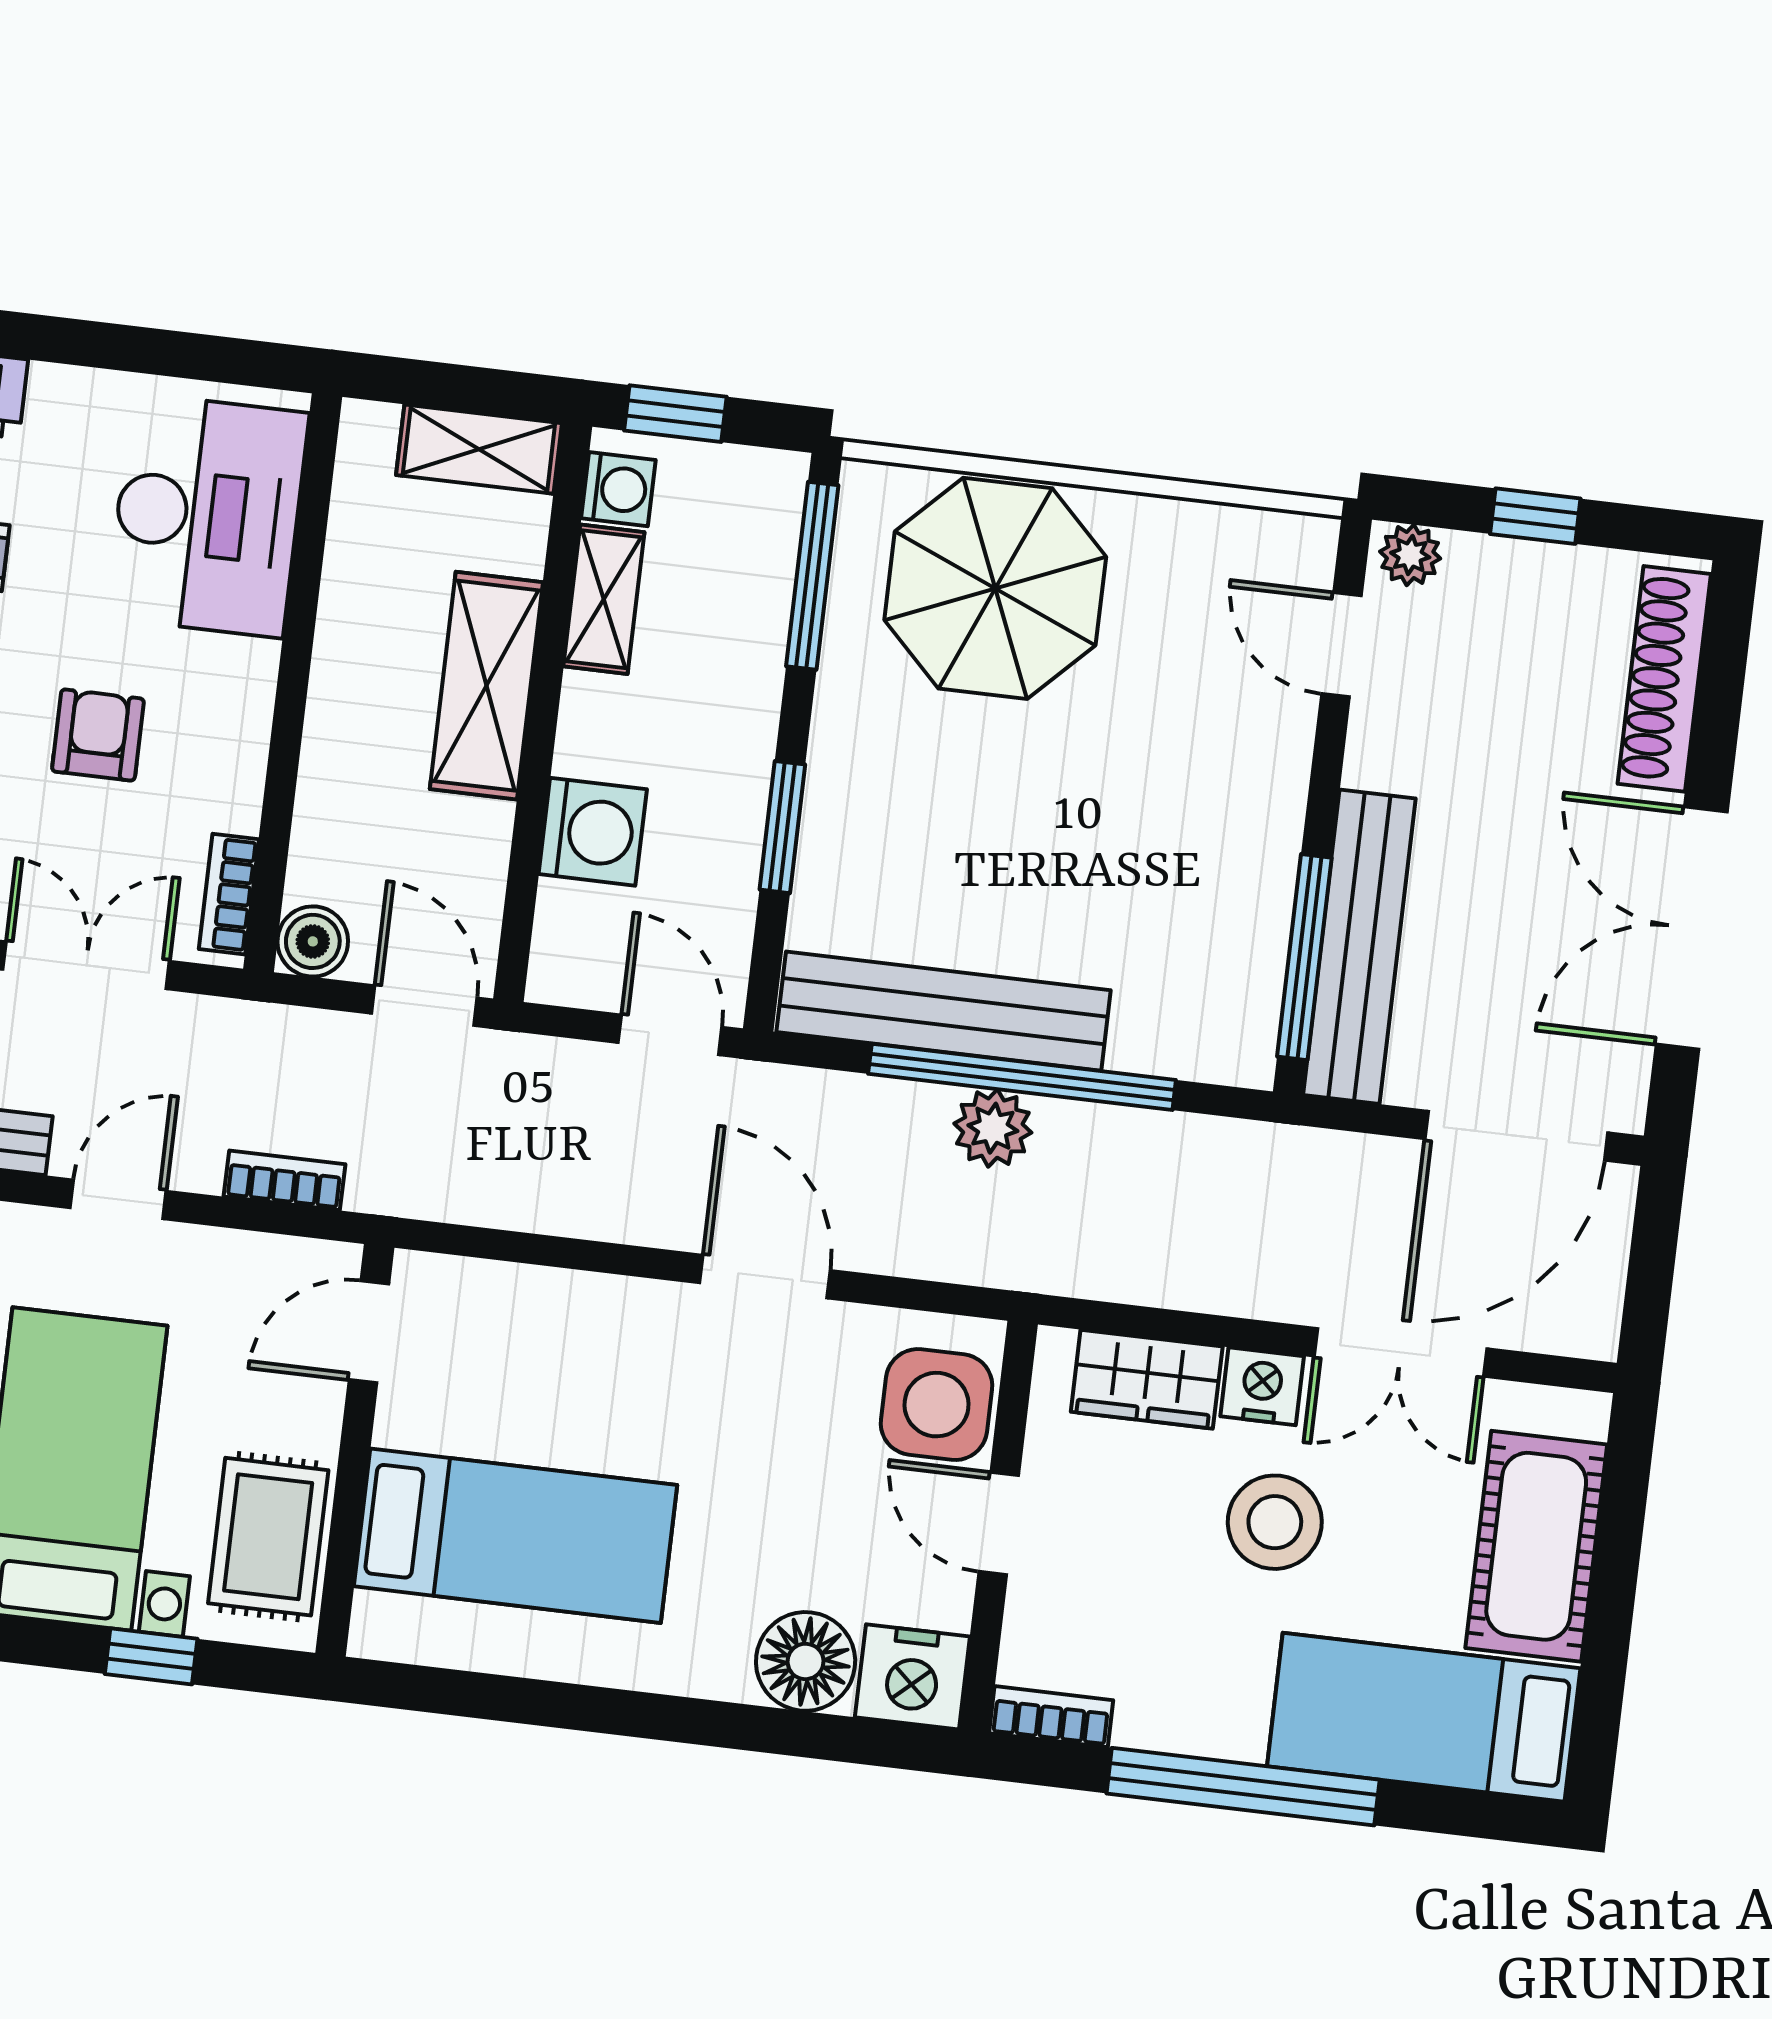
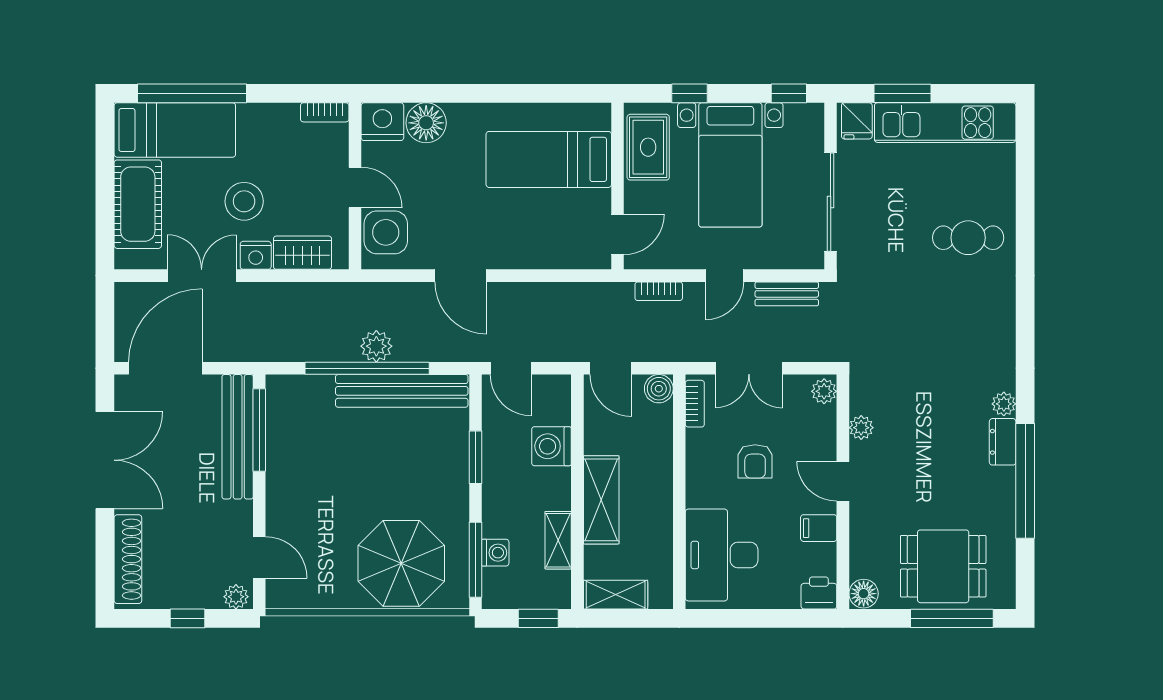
washing machine: (618, 489) -> (495, 553), moved, turned 180
window: (1243, 1787) -> (192, 93), moved

